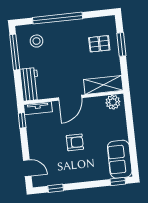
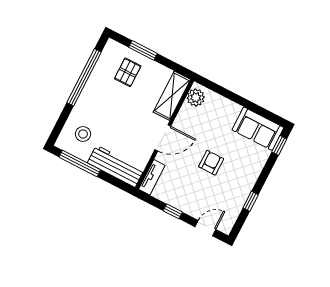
window: (58, 18) -> (84, 77), moved
workbench: (30, 84) -> (116, 166), width x1.37
door: (70, 98) -> (163, 138), hinge flipped
window: (22, 120) -> (173, 211), moved
window: (56, 188) -> (251, 201), moved

